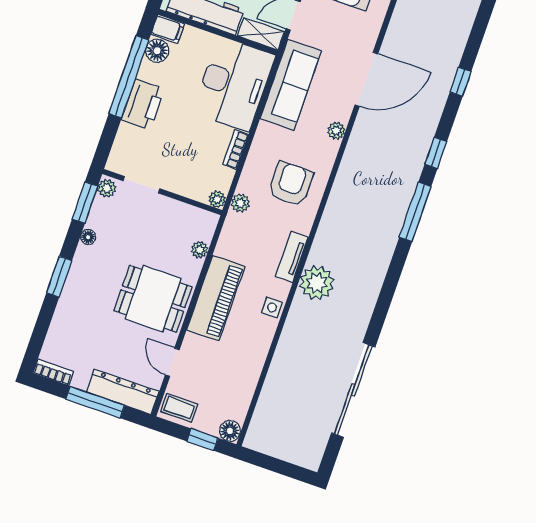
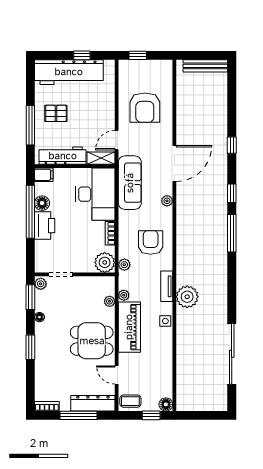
floor lamp: (157, 51) -> (42, 203), moved
plant: (217, 199) -> (105, 262), width x1.88, depth x1.88
plant: (224, 248) -> (124, 295), added

